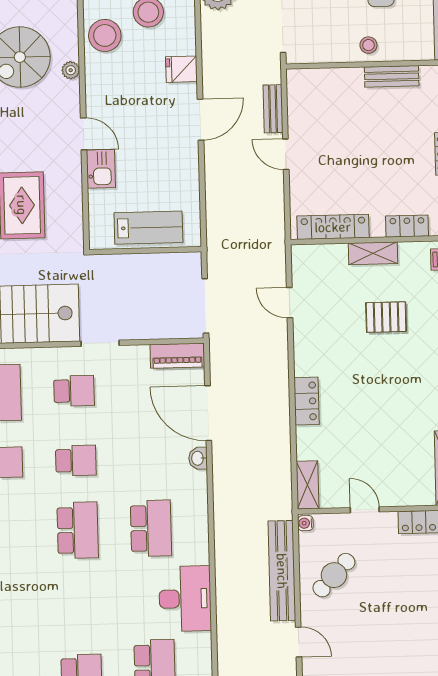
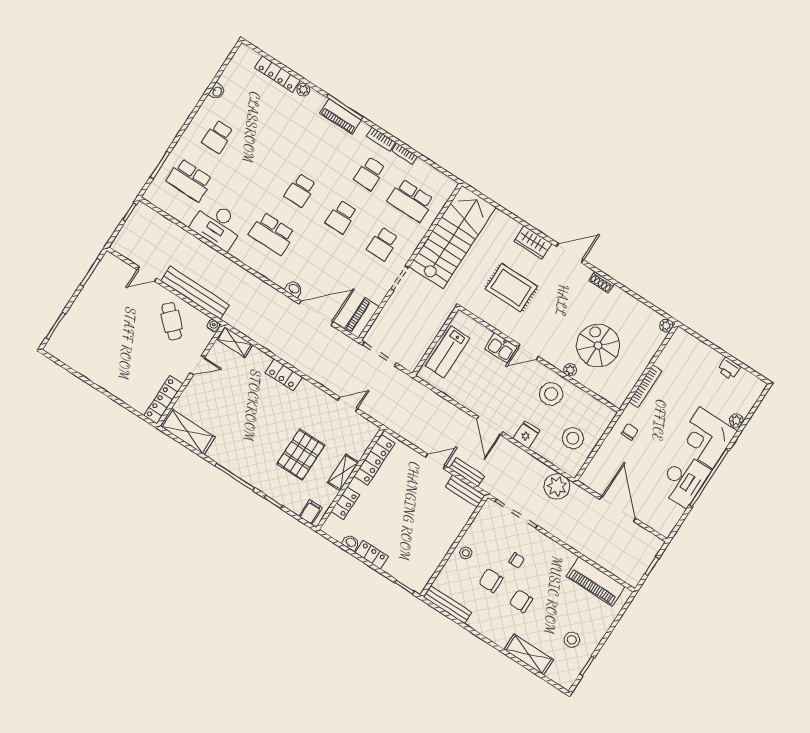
stool: (105, 35) -> (551, 394), moved
bench: (392, 76) -> (465, 491), moved, turned 90
pallet: (386, 317) -> (301, 455), width x1.50, depth x1.42
school desk: (78, 530) -> (300, 190), width x0.54

